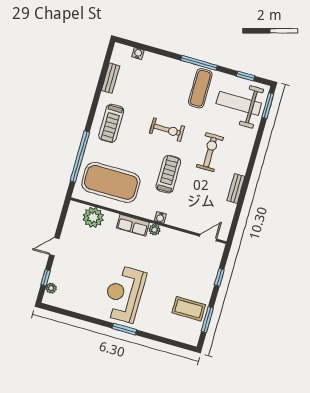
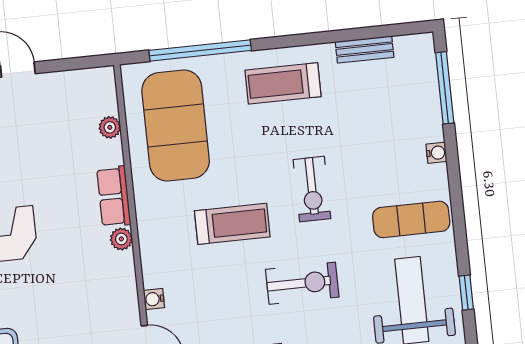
water cooler: (138, 54) -> (436, 153), moved
window: (199, 63) -> (445, 88), moved
plant: (93, 217) -> (110, 127), width x0.53, depth x0.53
water cooler: (160, 217) -> (154, 299), moved

